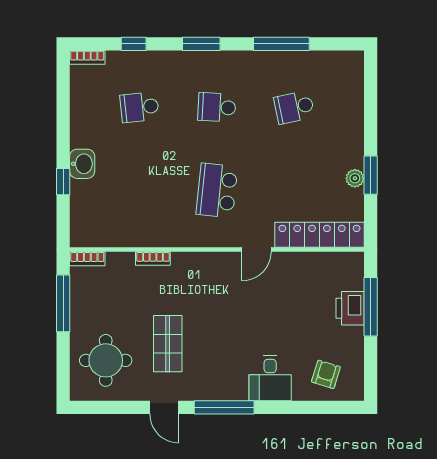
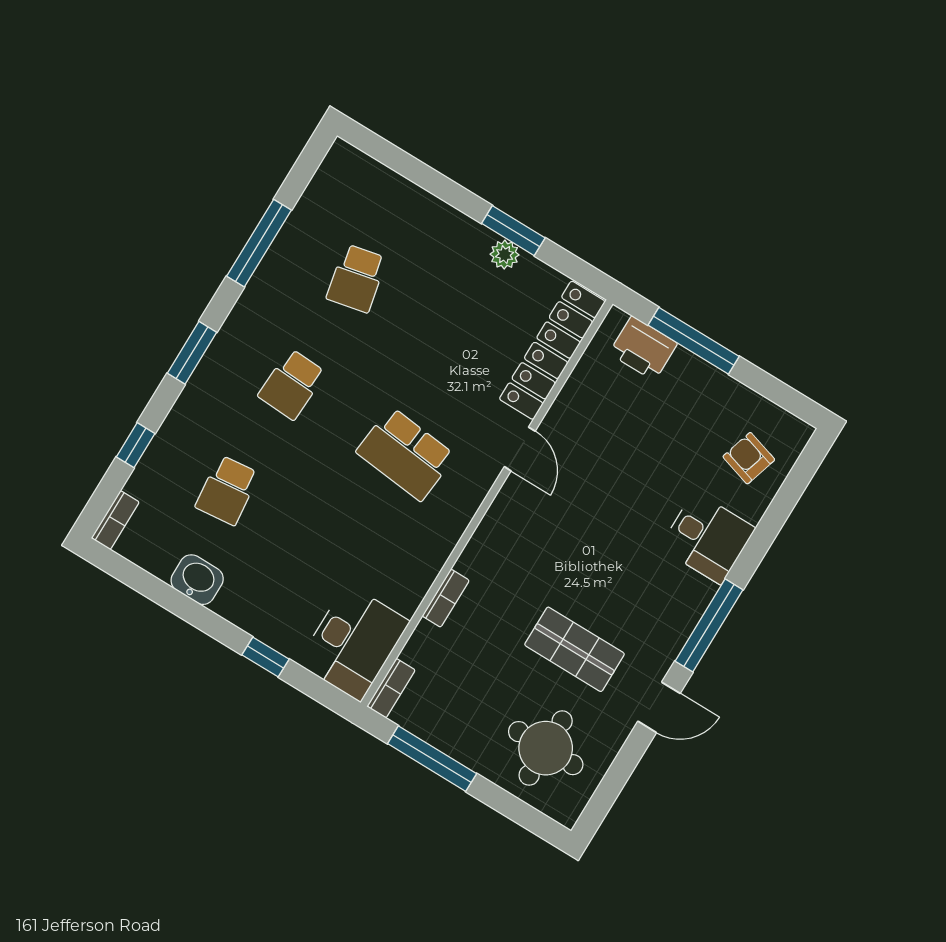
washbasin: (82, 164) -> (197, 580), moved
desk: (99, 224) -> (354, 642), added
printer: (350, 308) -> (643, 348), moved

